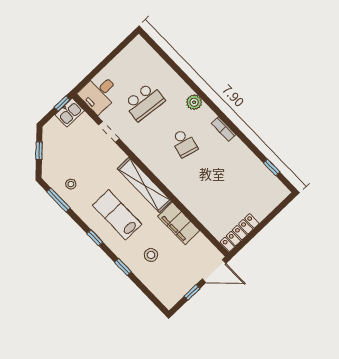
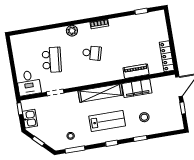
kitchen sink: (70, 113) -> (30, 119), moved
piano: (198, 209) -> (136, 71), added
lab bench: (117, 215) -> (107, 121), turned 180

